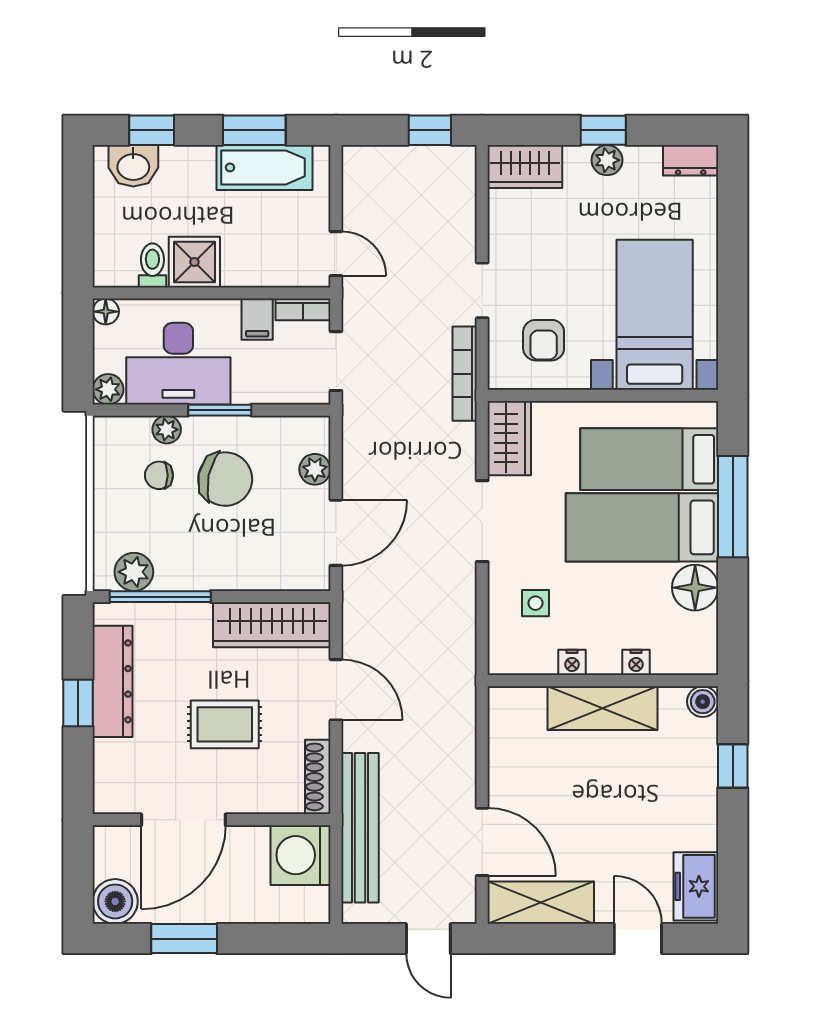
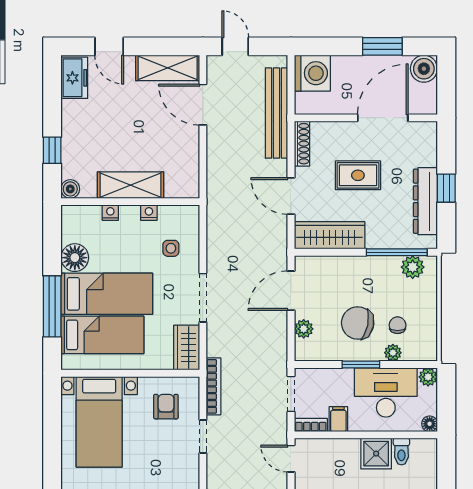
chair: (159, 475) -> (398, 325), turned -90
washing machine: (300, 855) -> (312, 73), moved

